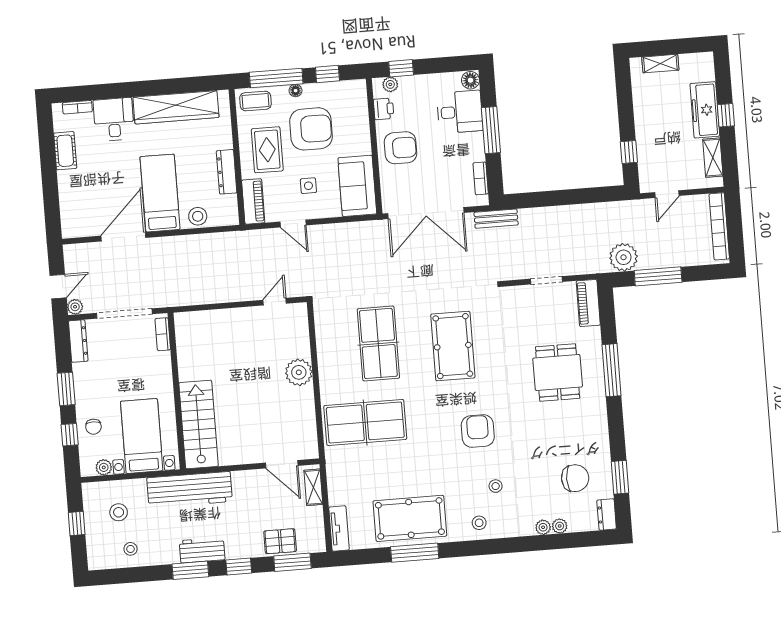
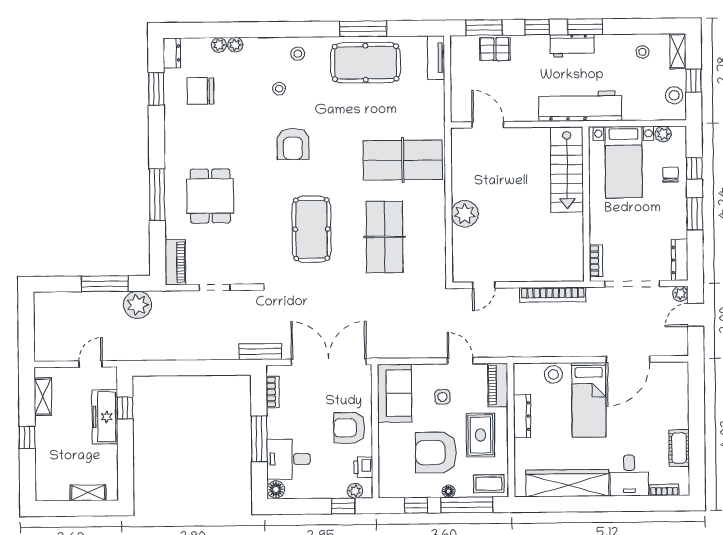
freezer: (705, 110) -> (105, 417), moved, turned 180
bookcase: (719, 226) -> (553, 295), moved, turned 90
shelving: (313, 487) -> (678, 51), moved
stool: (119, 512) -> (674, 95), moved

